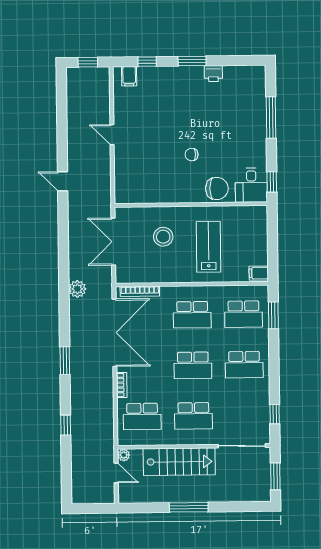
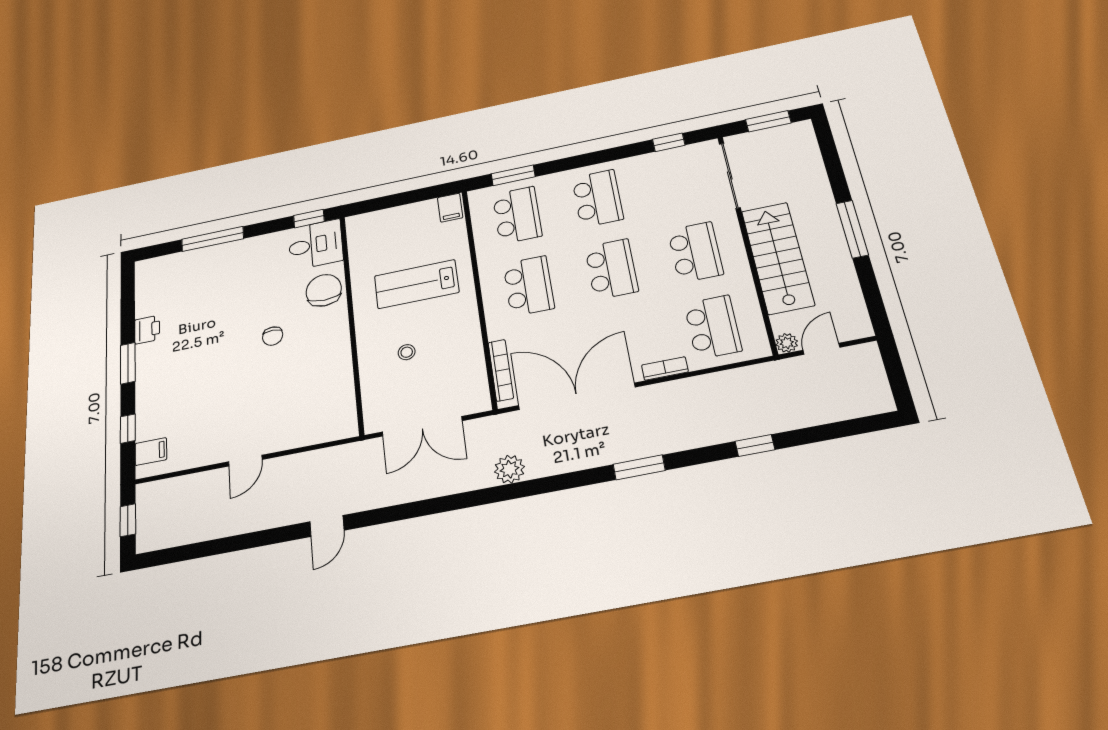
stool: (163, 237) -> (407, 352), width x0.53, depth x0.53

